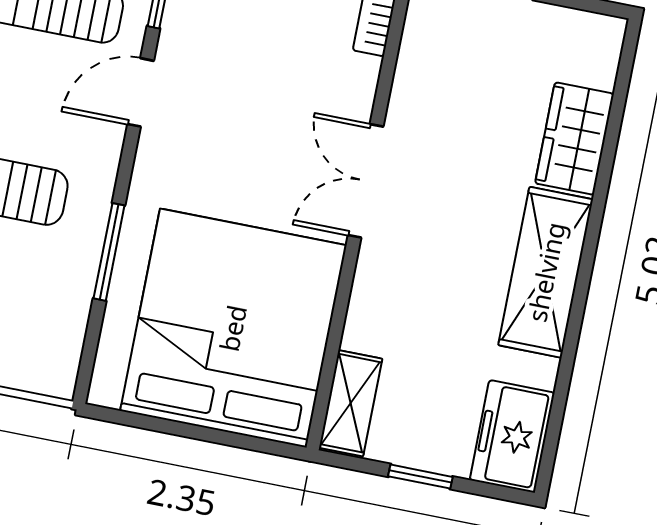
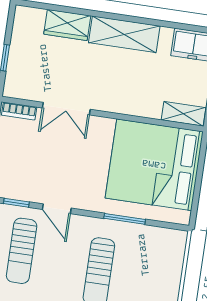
double door: (366, 181) -> (66, 109), moved

